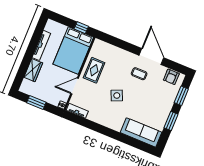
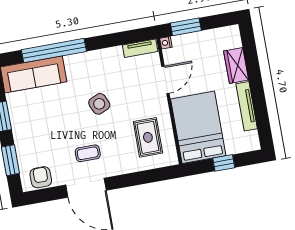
window: (81, 28) -> (224, 163), moved
rug: (94, 70) -> (148, 137), moved
window: (36, 103) -> (186, 27), moved
window: (123, 138) -> (54, 51), added

